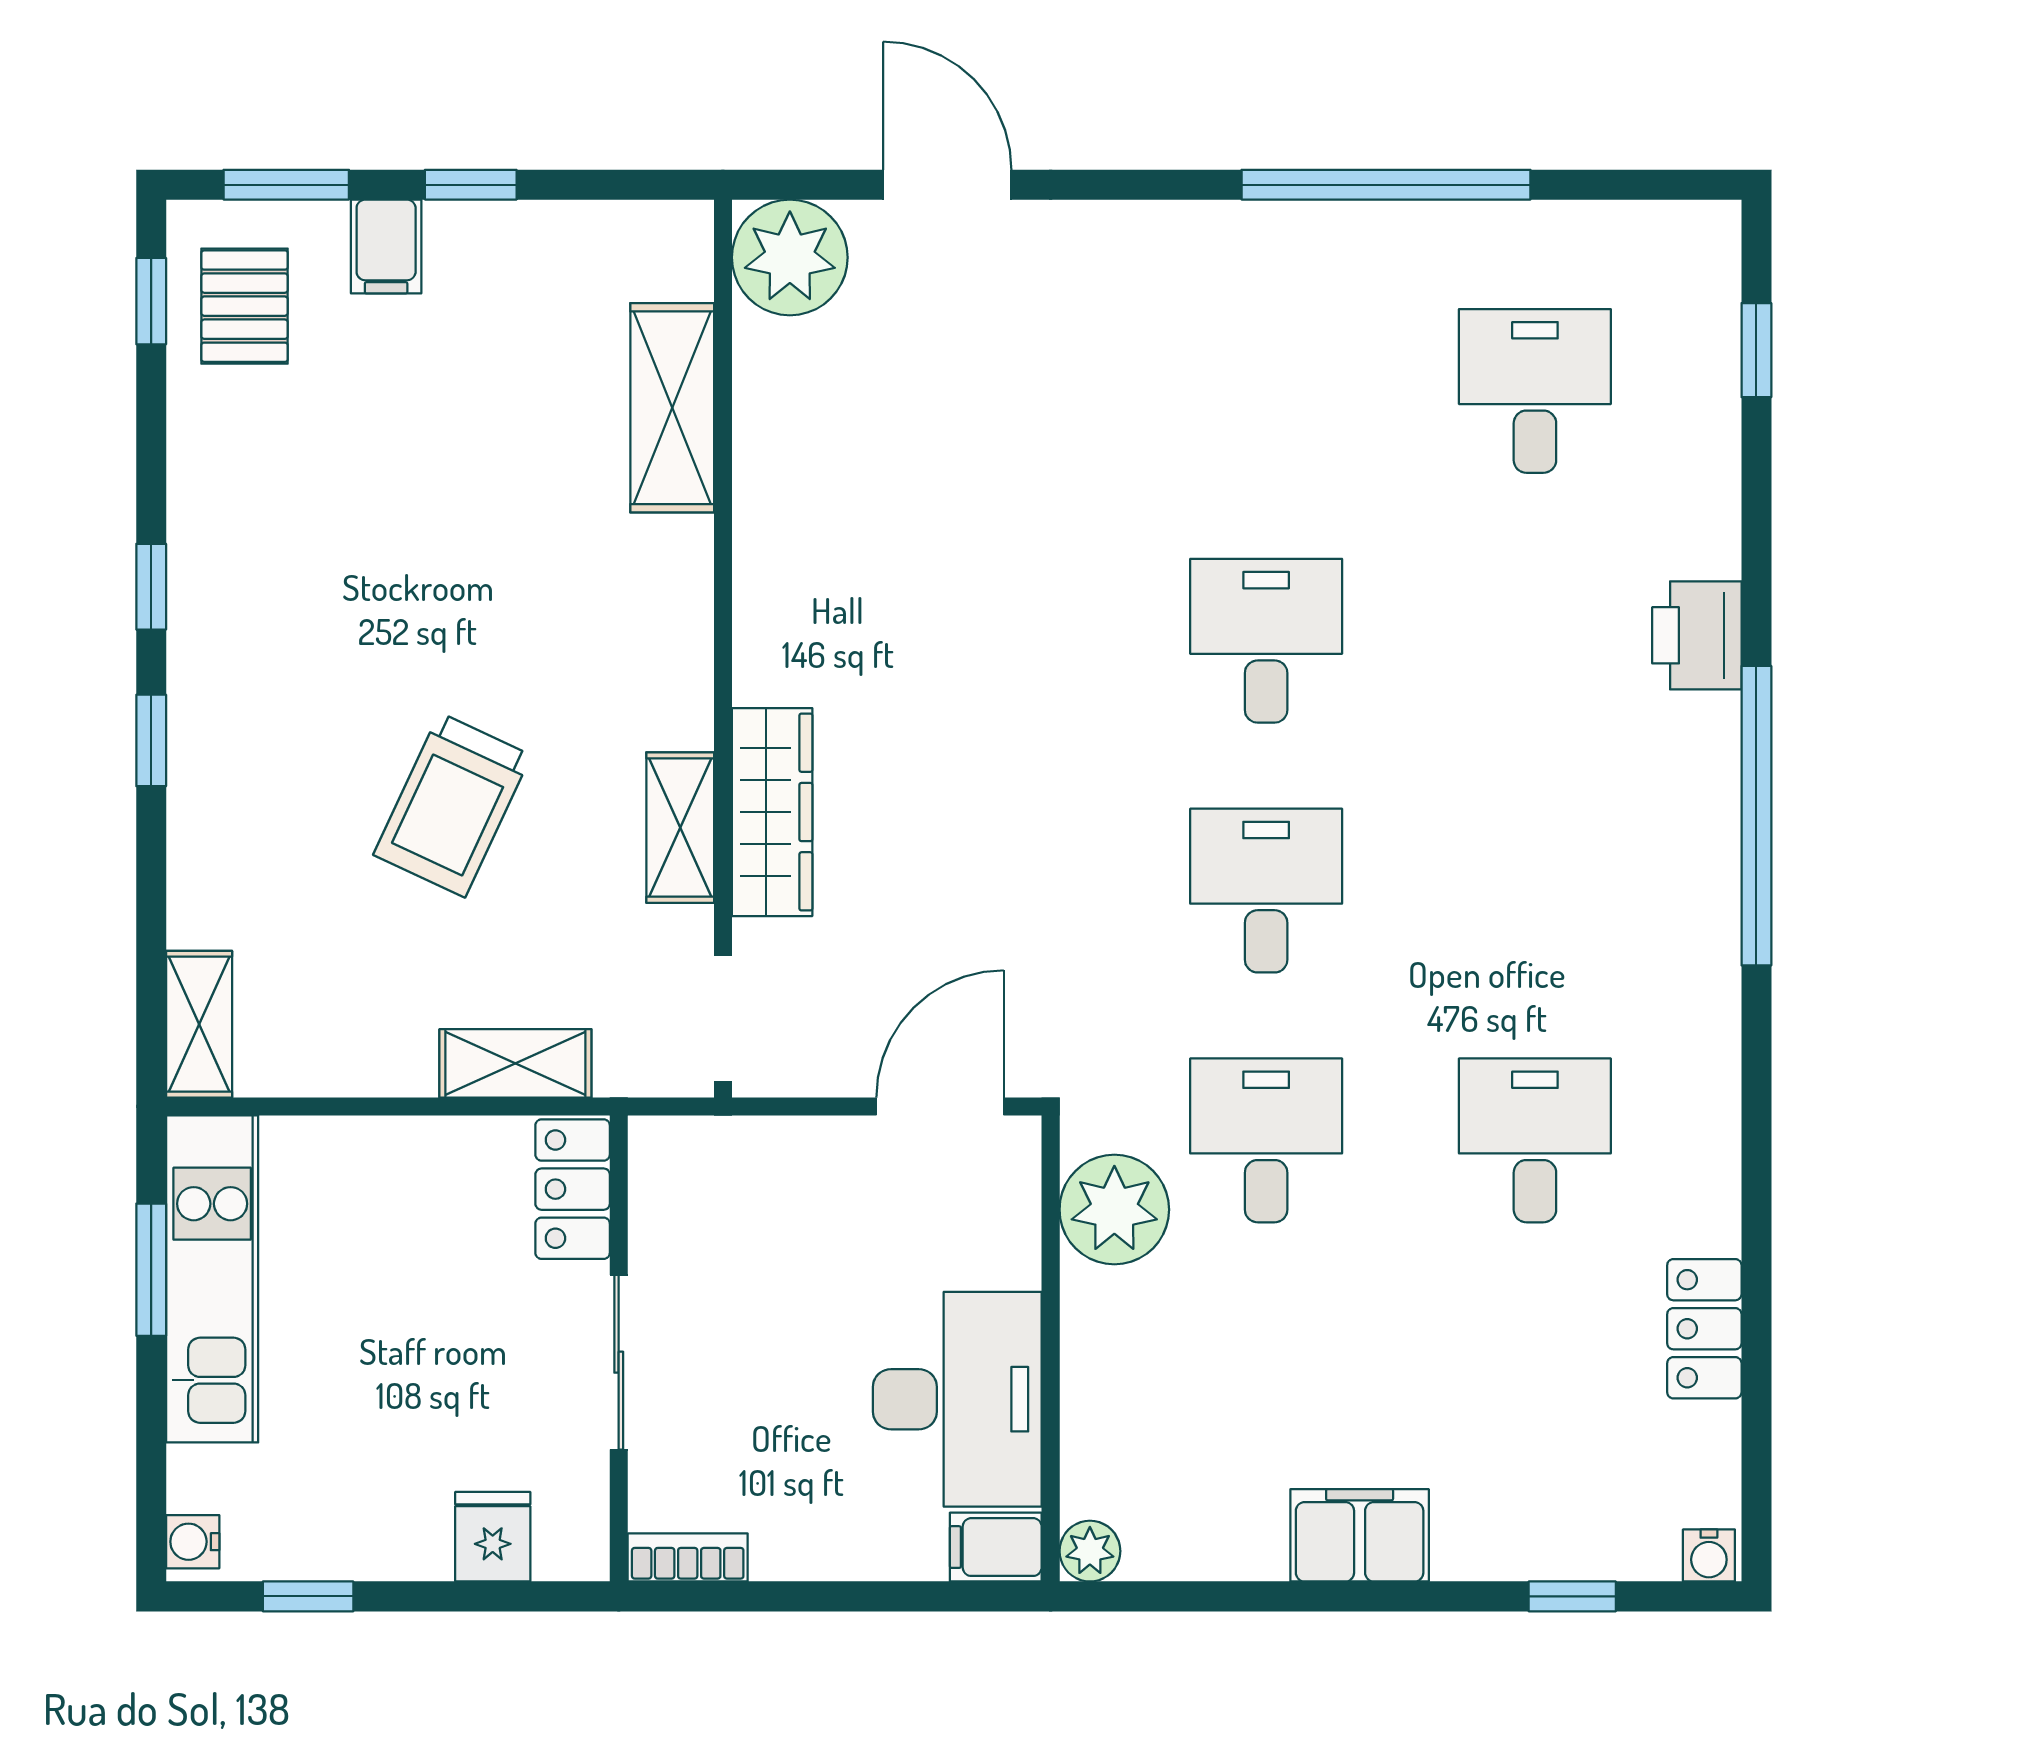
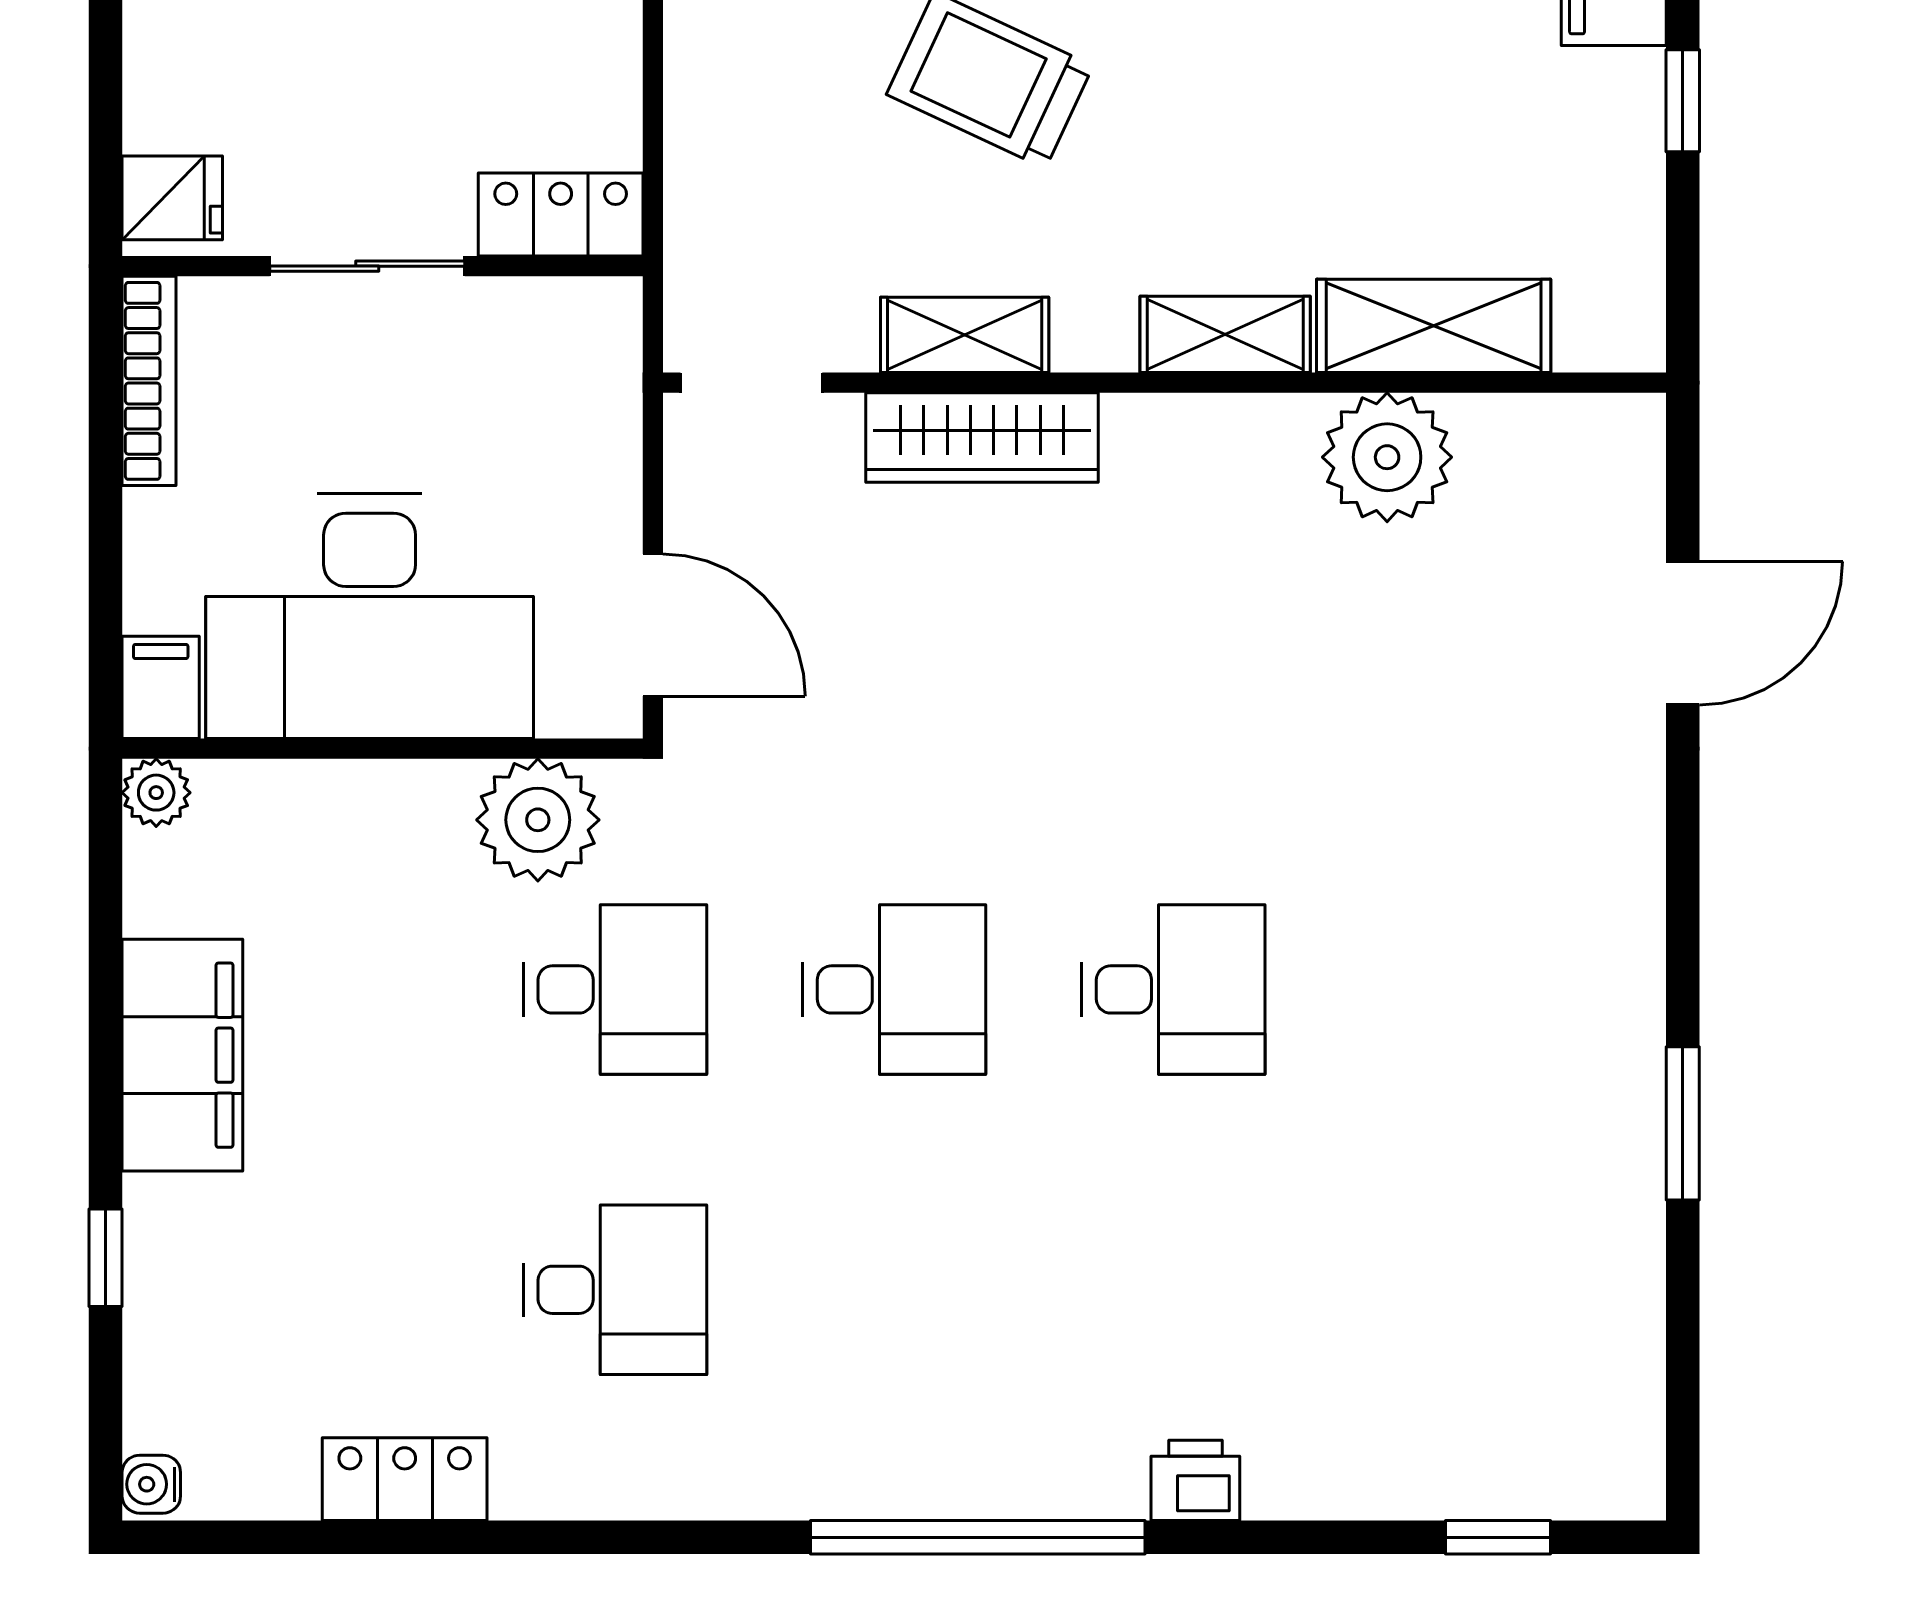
window: (1386, 185) -> (1683, 1123), width x0.47
plant: (790, 257) -> (1387, 457), moved
desk: (1535, 391) -> (1452, 1290), removed
printer: (1697, 635) -> (1195, 1480), width x0.73, depth x0.81
shelving: (515, 1063) -> (1225, 334), moved, turned 90
desk: (957, 1399) -> (370, 616), width x1.36, depth x1.30
filing cabinet: (1360, 1535) -> (182, 1055), width x1.50, depth x1.17
fridge: (493, 1537) -> (172, 198), moved
bookcase: (688, 1557) -> (149, 381), width x1.56
window: (1572, 1596) -> (106, 1258), moved

